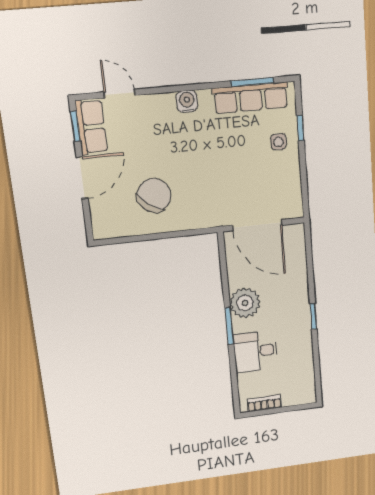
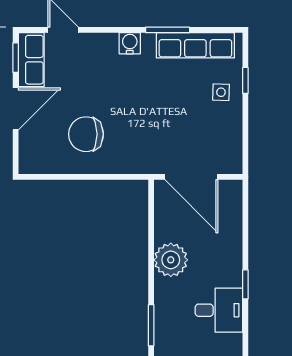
window: (252, 82) -> (168, 30), moved
chair: (154, 195) -> (86, 134), turned -126
window: (229, 326) -> (151, 325), moved
desk: (255, 351) -> (219, 310), moved, turned 180

